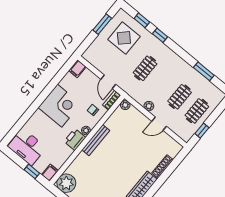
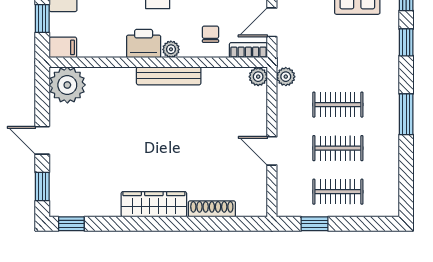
clothes rail: (145, 68) -> (338, 105), moved
window: (204, 71) -> (406, 114), moved
plant: (149, 106) -> (286, 77), moved

